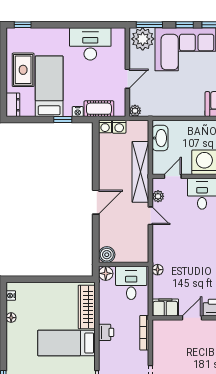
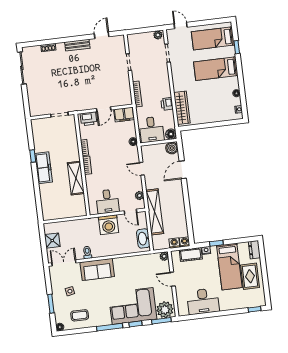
door: (127, 79) -> (173, 279), hinge flipped
door: (173, 176) -> (130, 212), hinge flipped
door: (96, 202) -> (183, 170), moved
door: (150, 216) -> (142, 169), moved
printer: (106, 332) -> (167, 104), moved
bed: (67, 343) -> (216, 69), moved, turned 180

